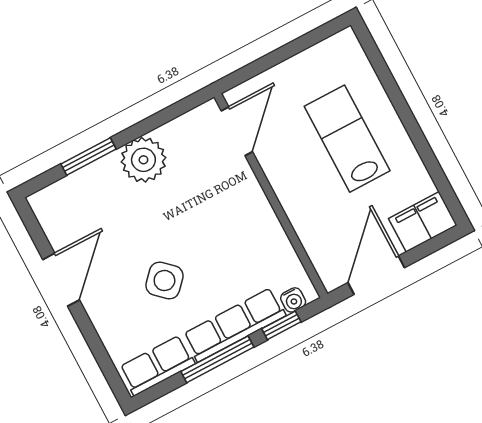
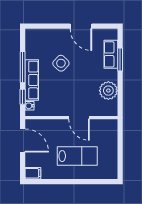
door: (237, 131) -> (79, 118), moved
plant: (143, 160) -> (108, 91), moved
filing cabinet: (423, 222) -> (33, 173), width x0.50
row of seats: (157, 365) -> (111, 54), moved, turned 180

